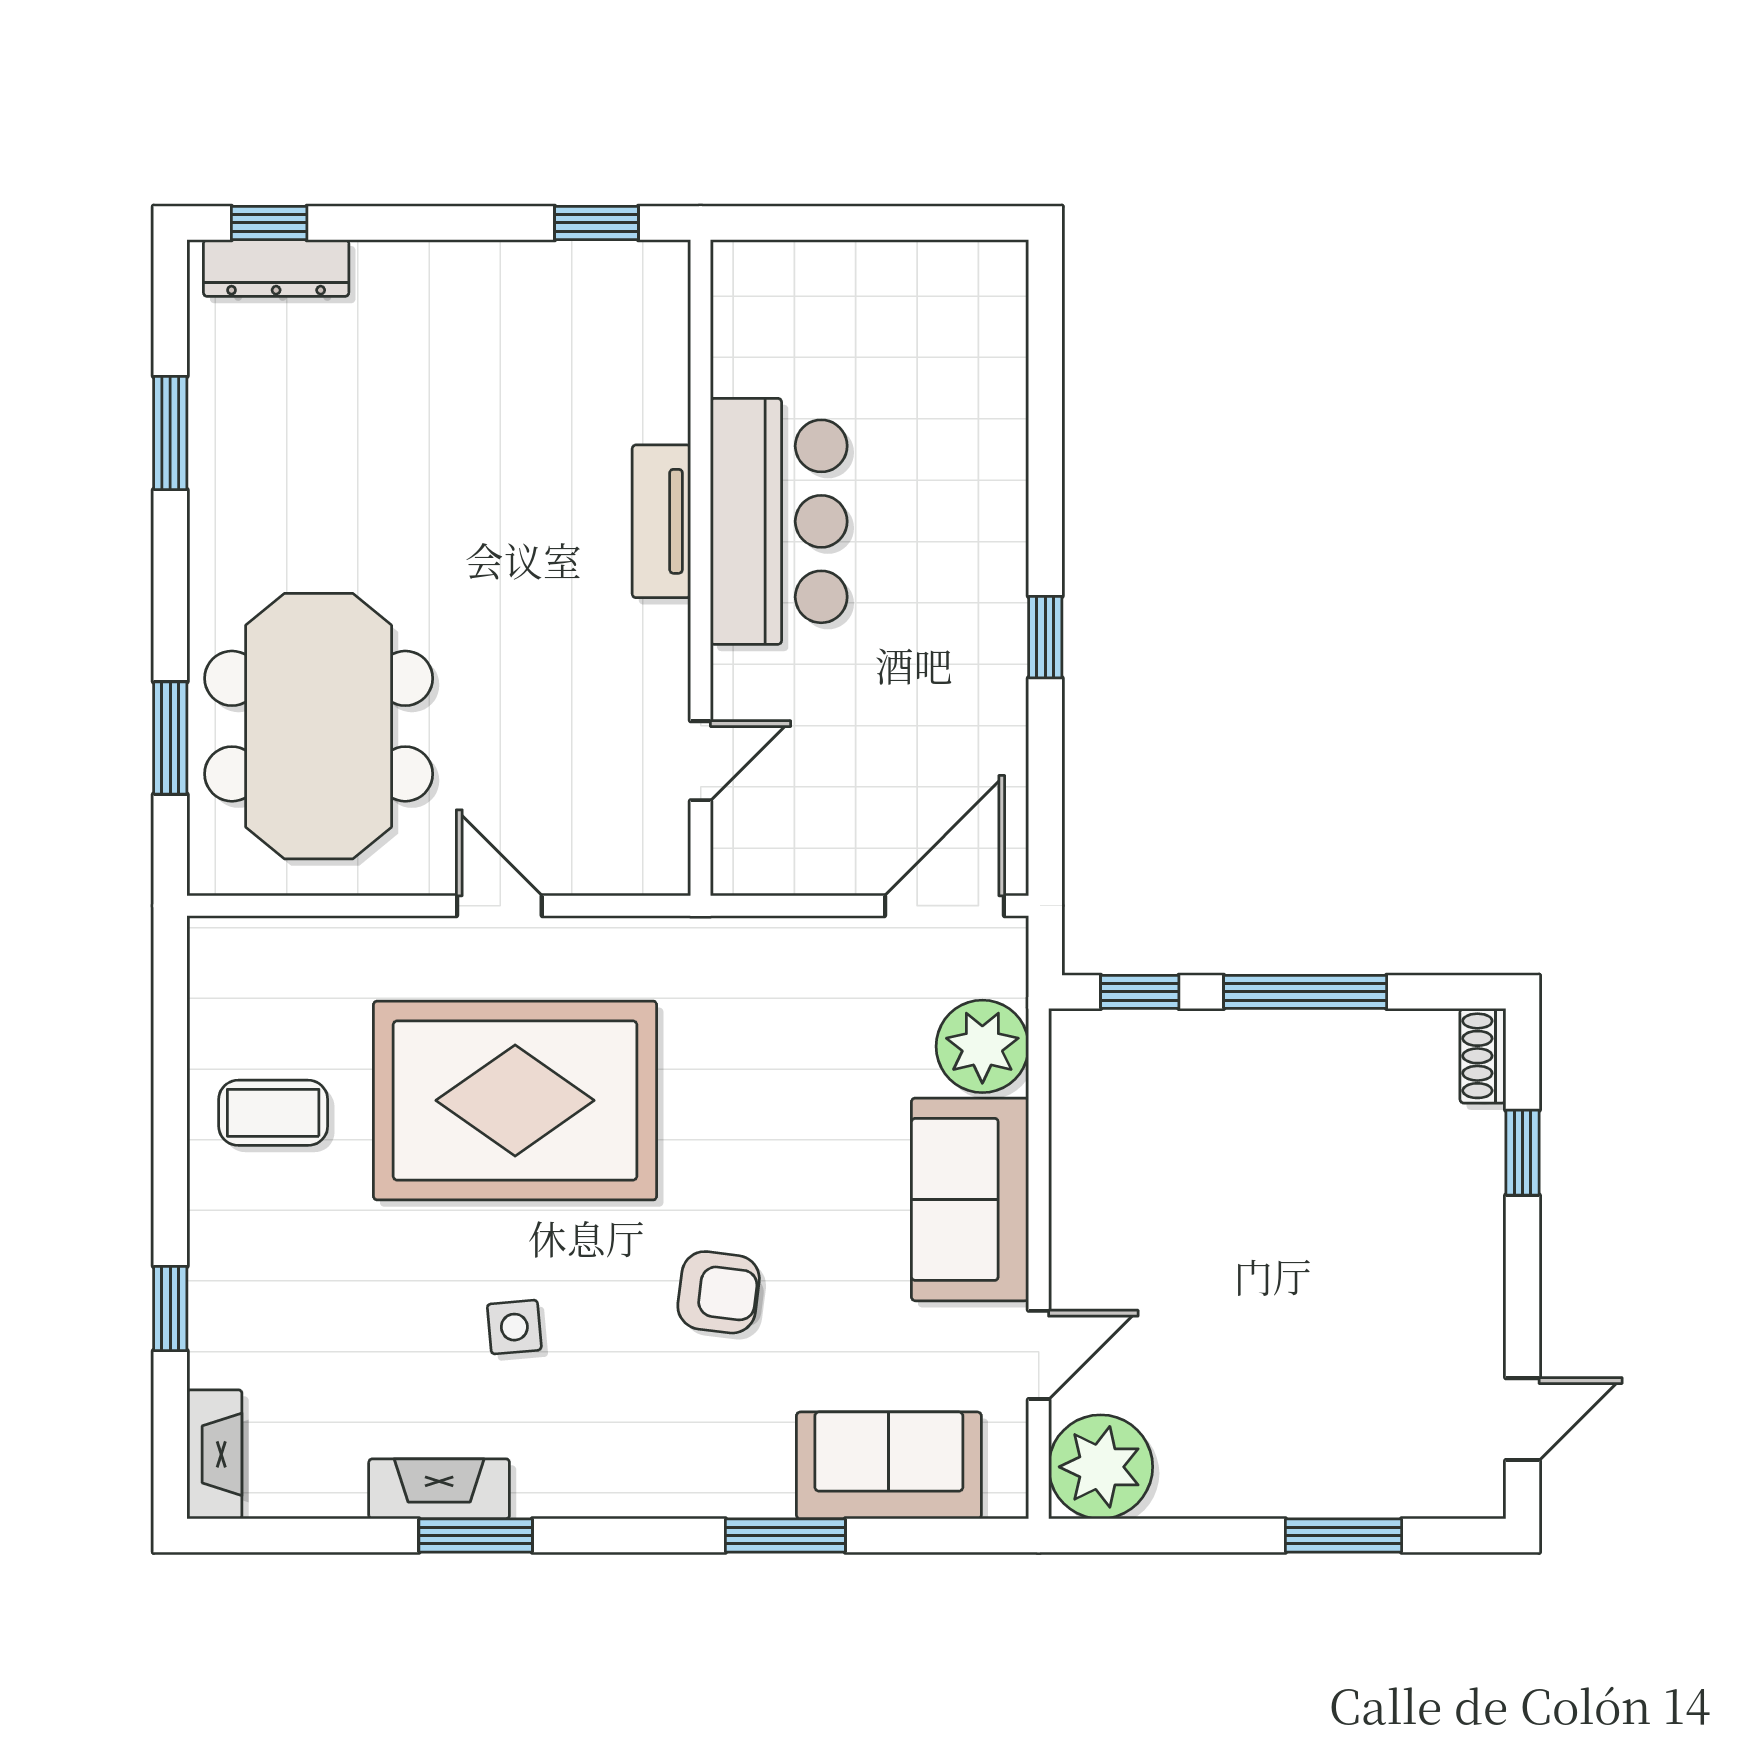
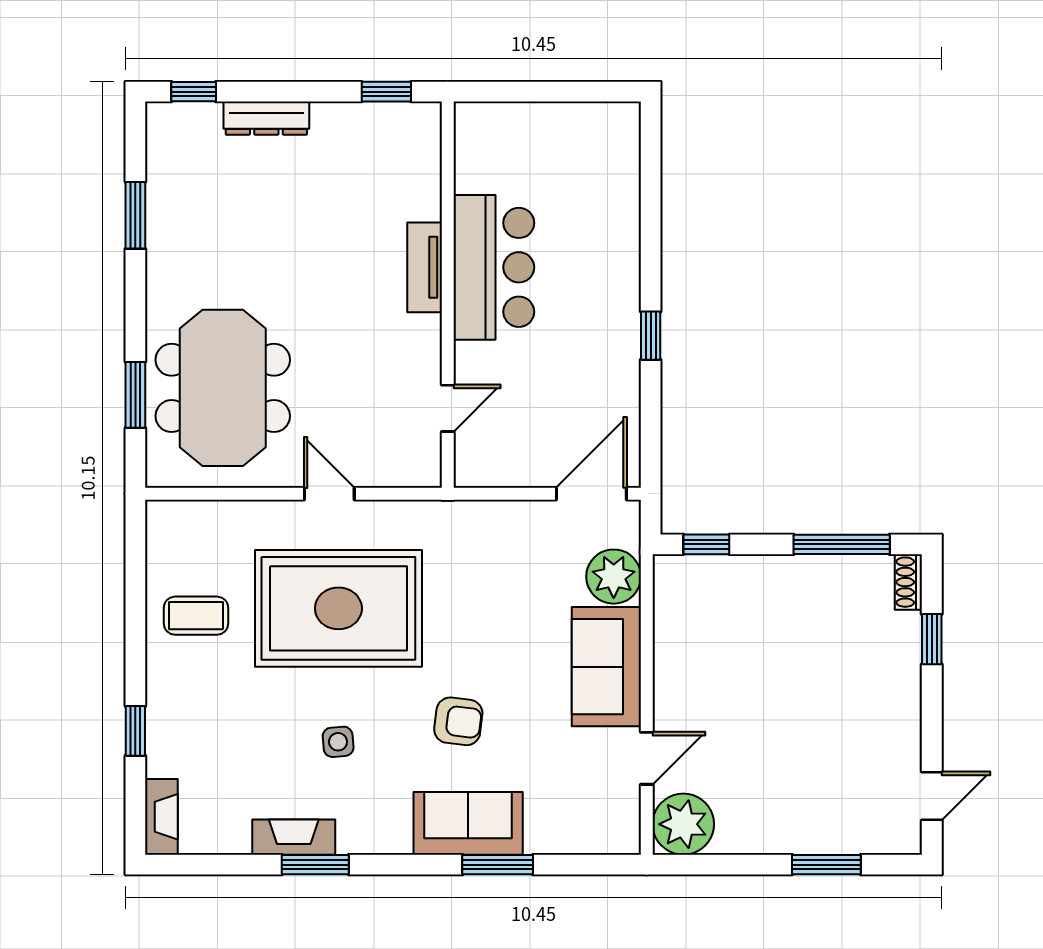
dresser: (276, 268) -> (266, 118), moved
window: (1305, 992) -> (842, 544), moved
sofa: (889, 1465) -> (468, 823), moved

